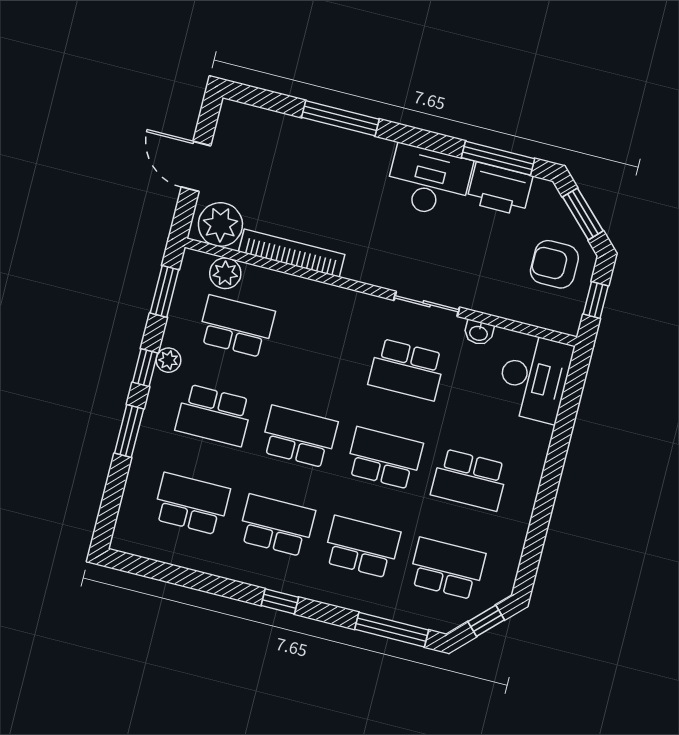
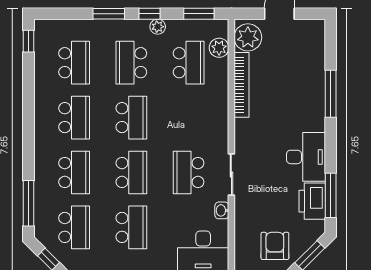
school desk: (469, 480) -> (131, 227), turned 180
window: (280, 601) -> (29, 41), moved

